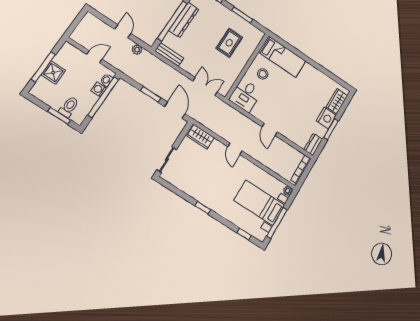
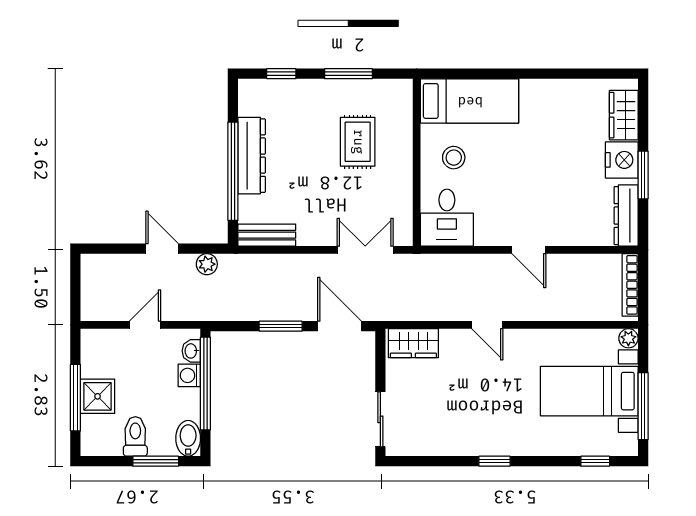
toilet: (69, 107) -> (135, 436), moved
bidet: (80, 115) -> (188, 438), added
dresser: (313, 144) -> (626, 216), width x1.44

